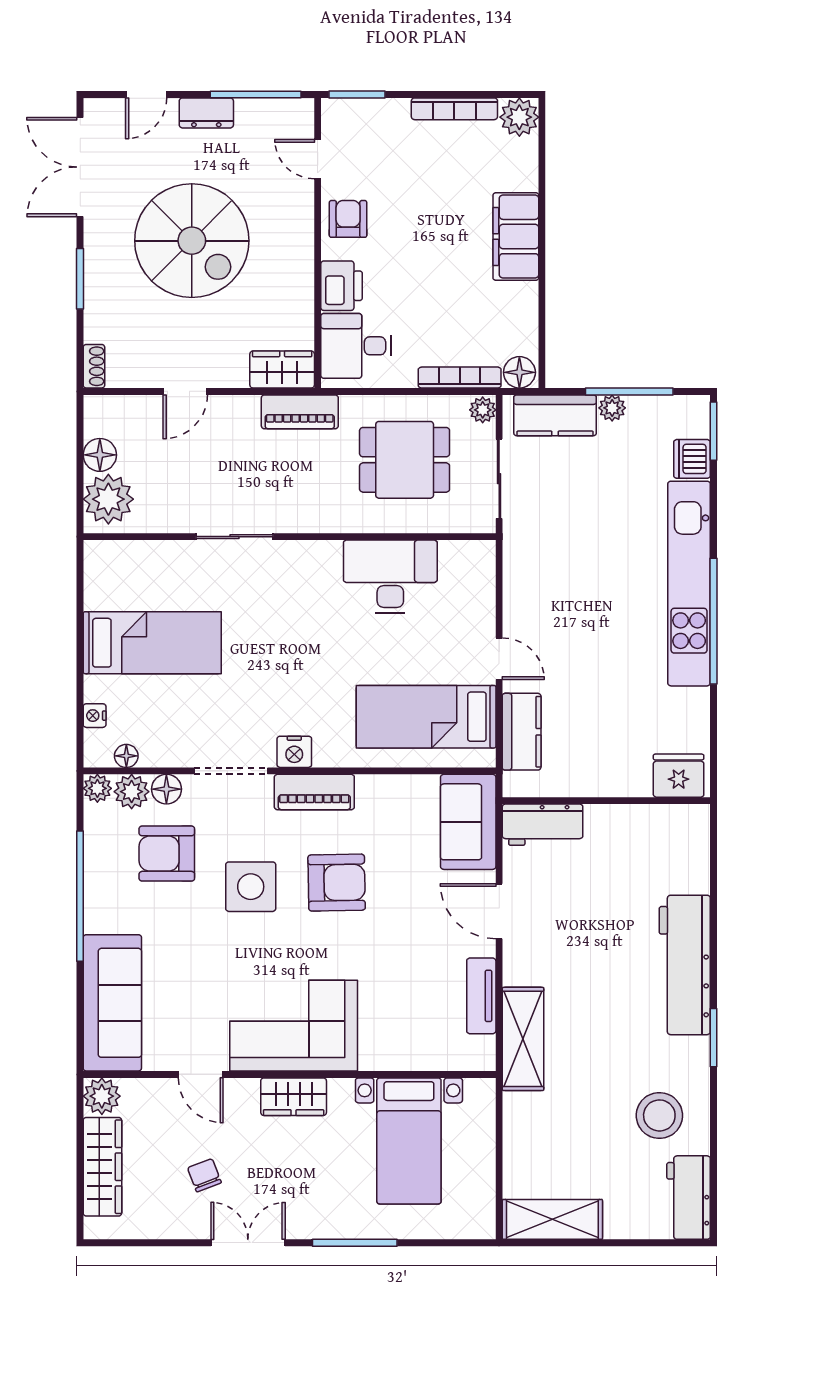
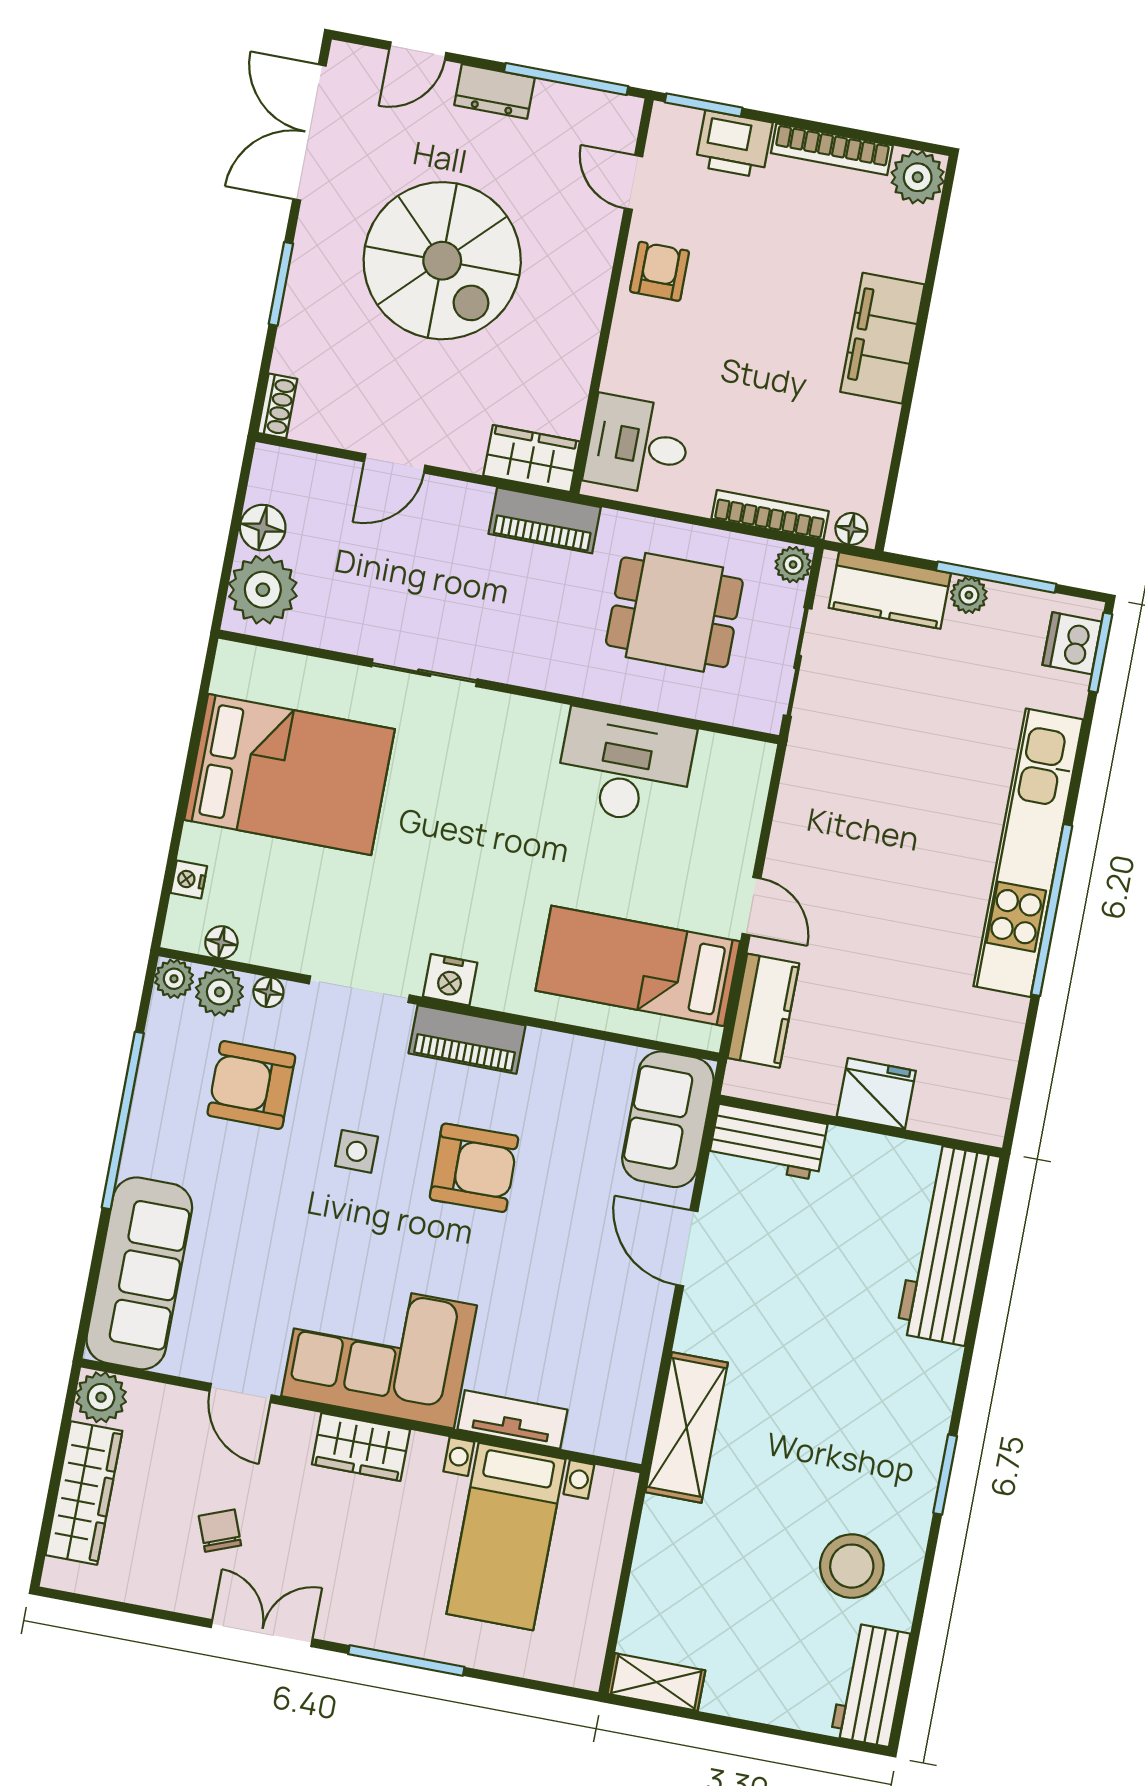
printer: (341, 286) -> (734, 144), moved, turned 90
floor lamp: (519, 372) -> (851, 529), width x0.73, depth x0.73
dishwasher: (692, 459) -> (1072, 643), moved
bed: (152, 643) -> (290, 775), width x1.50
fridge: (679, 776) -> (876, 1094), moved
floor lamp: (166, 789) -> (268, 992), width x0.73, depth x0.73
side table: (251, 887) -> (357, 1151), width x0.54, depth x0.54
workbench: (685, 965) -> (948, 1245), moved
tv unit: (481, 996) -> (512, 1419), moved, turned 90
shelving: (552, 1219) -> (656, 1682), width x0.67, depth x0.75

